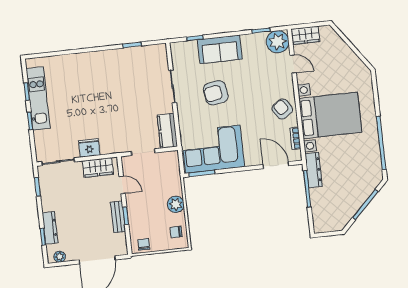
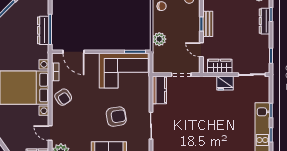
dresser: (314, 170) -> (43, 30), moved
plant: (176, 204) -> (159, 39), moved

